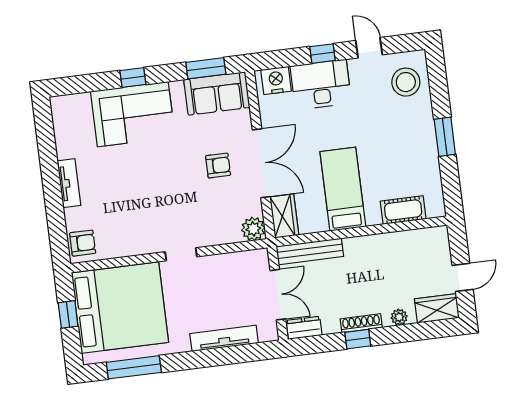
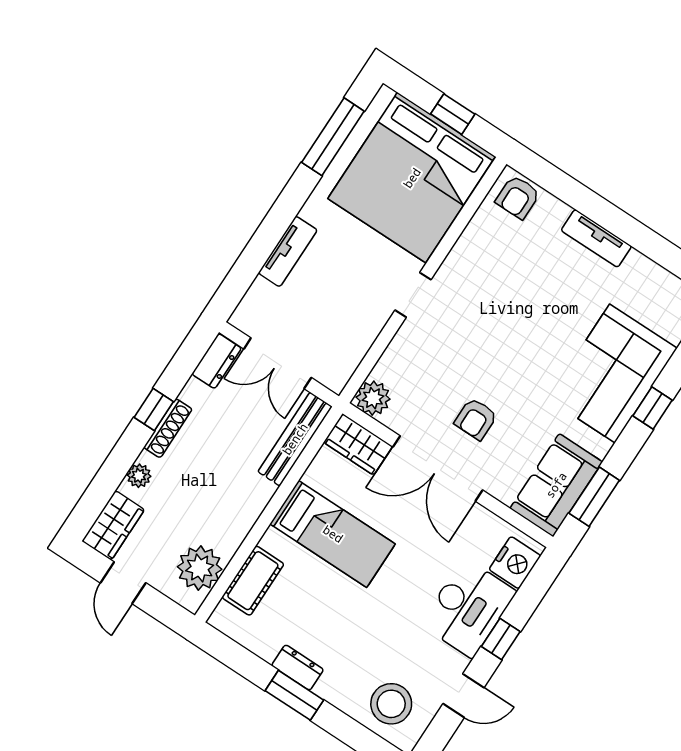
dresser: (429, 148) -> (298, 667), added
plant: (420, 244) -> (200, 568), added
tv unit: (224, 338) -> (288, 251), width x0.71

